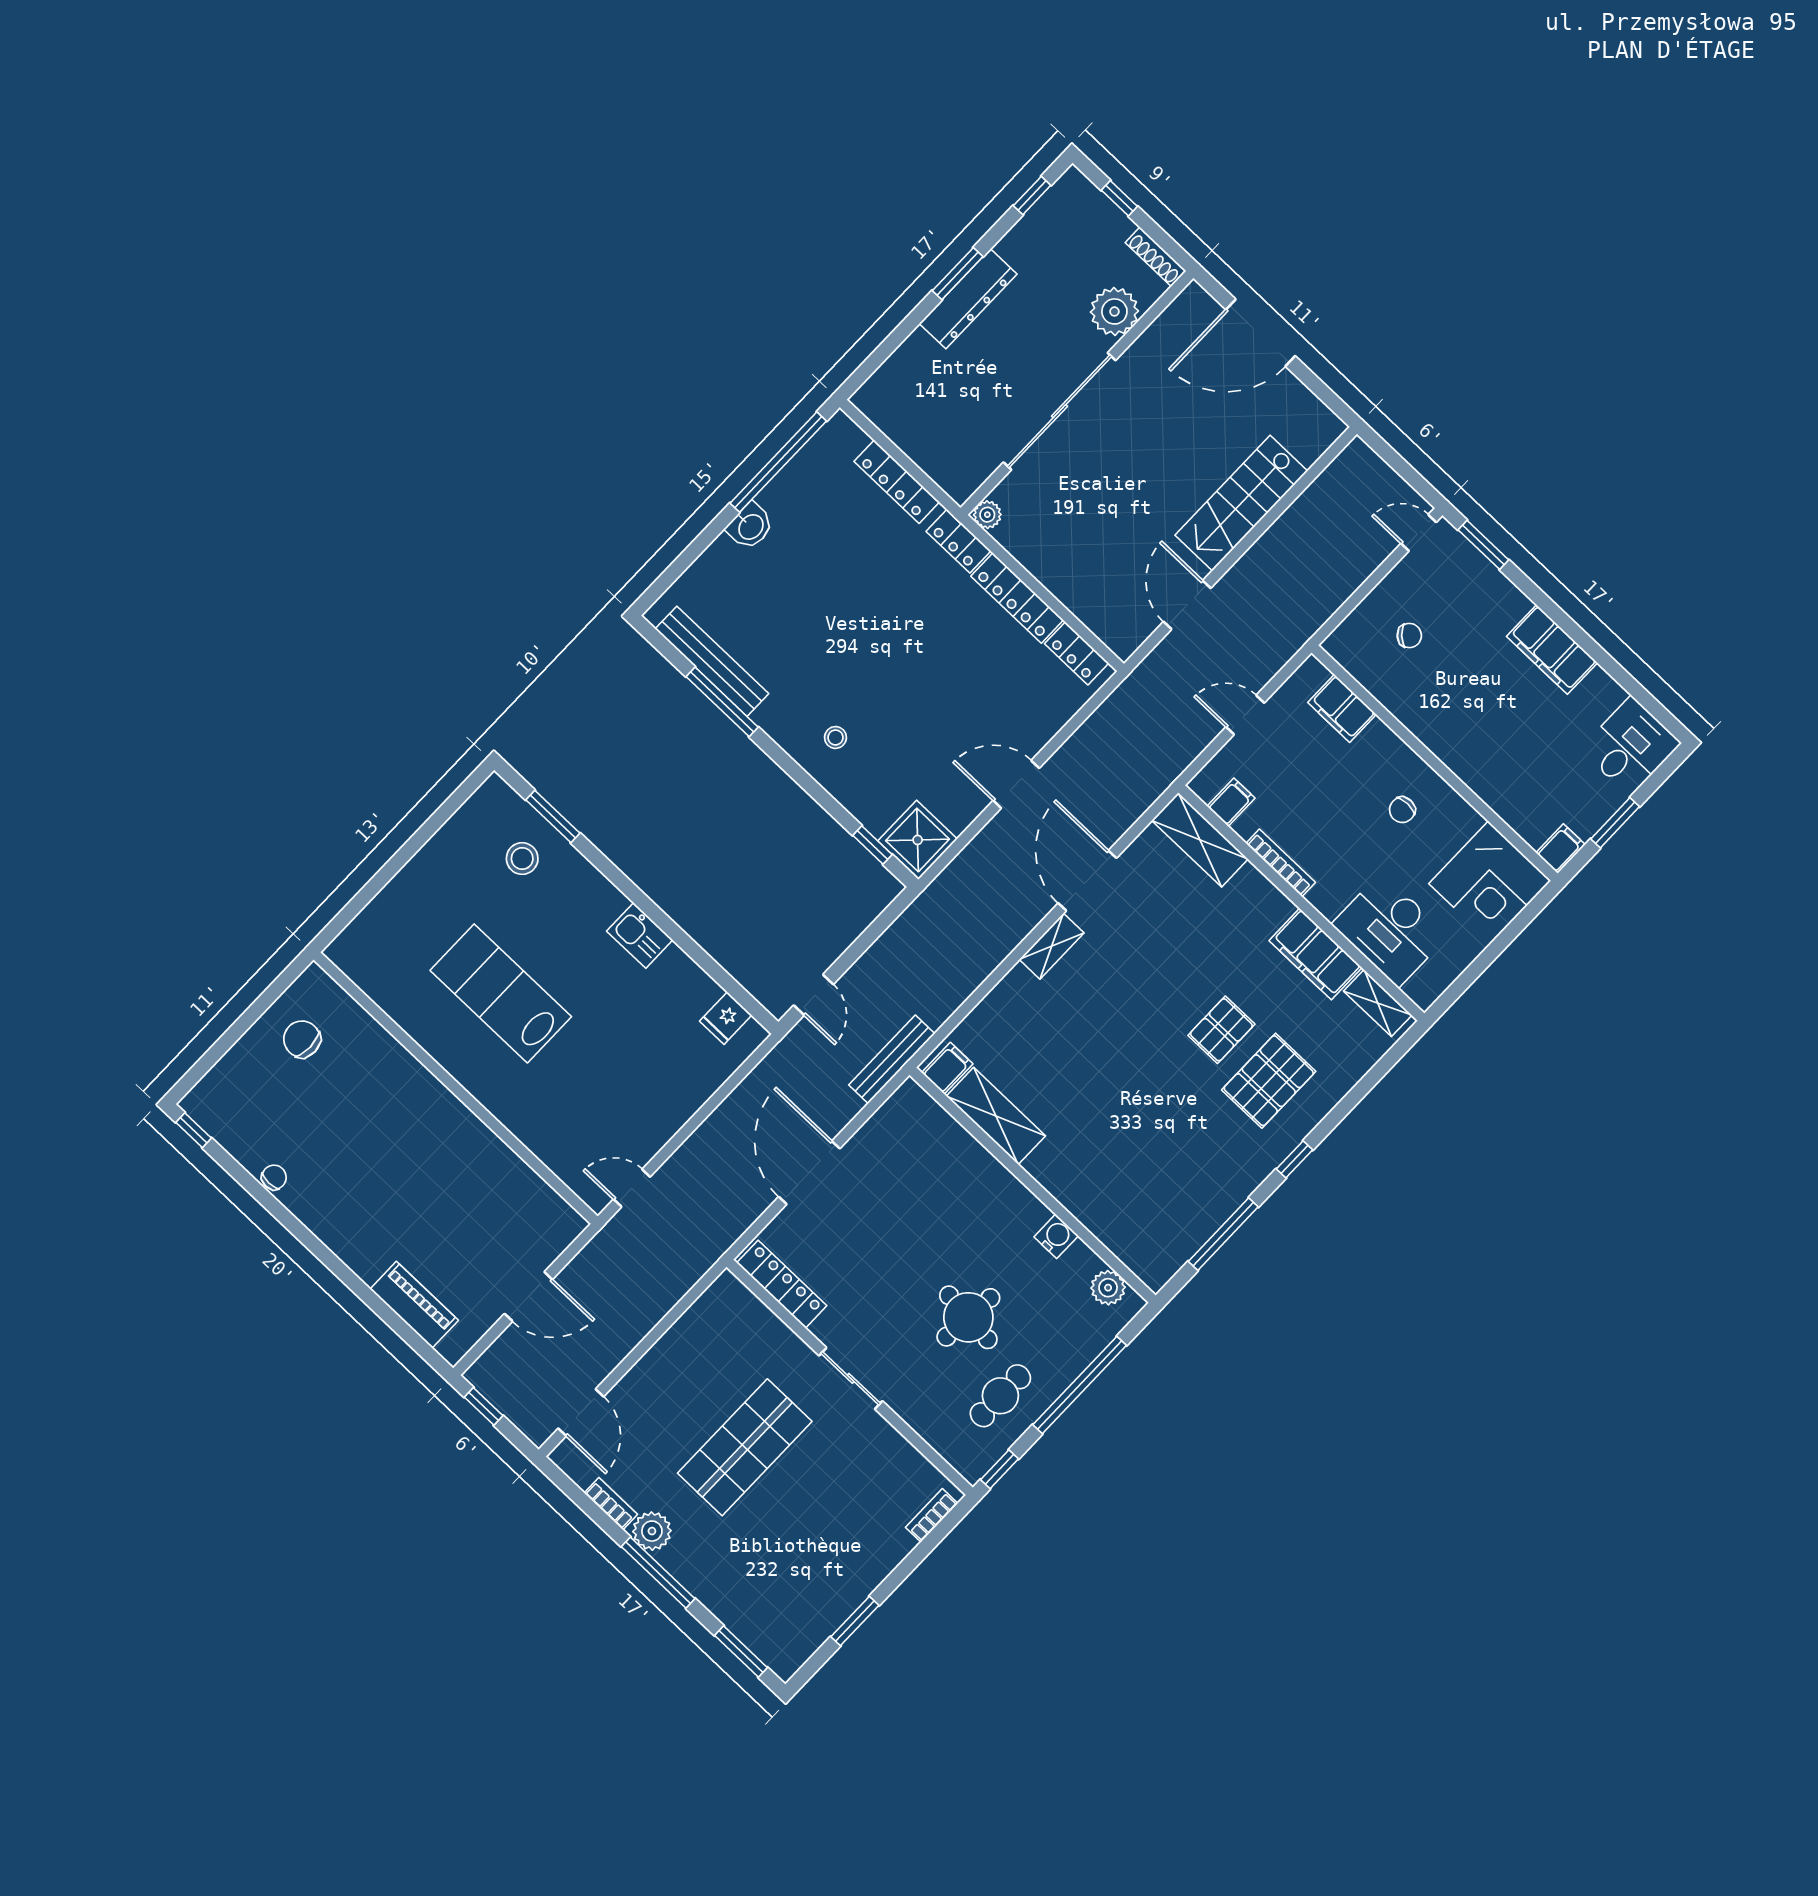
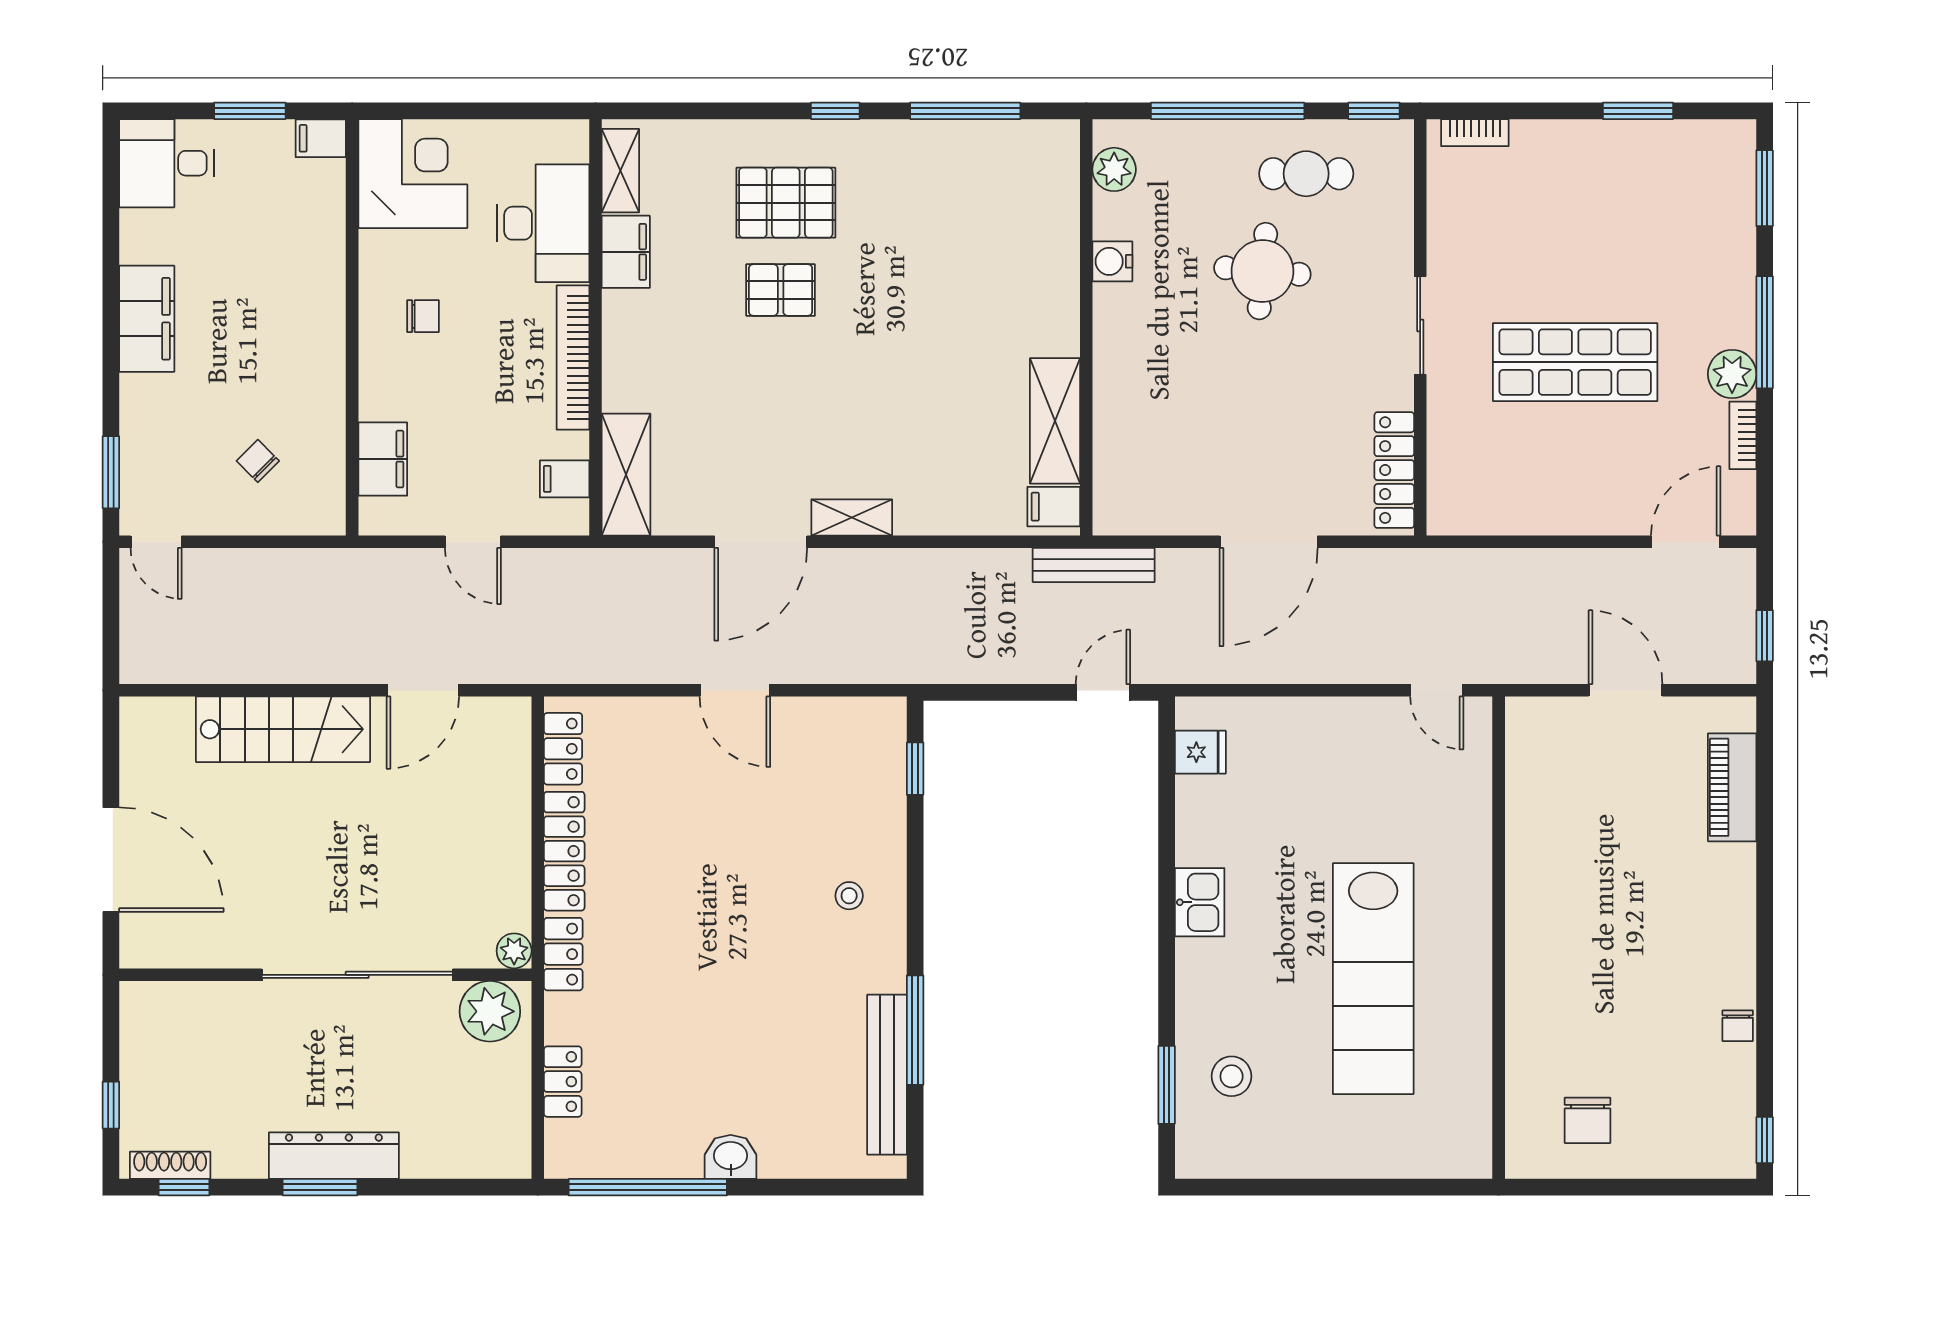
shoe rack: (1156, 257) -> (170, 1165), moved, turned -90
plant: (1114, 311) -> (490, 1011), moved
locker: (897, 482) -> (563, 1082), width x0.66
shower: (918, 840) -> (871, 732), removed
bookcase: (1281, 863) -> (573, 358), width x1.48, depth x1.31
filing cabinet: (1316, 954) -> (626, 252), width x0.67, depth x0.86
lab bench: (501, 993) -> (1373, 979), width x1.36
chair: (274, 1177) -> (1738, 1026), turned -90

